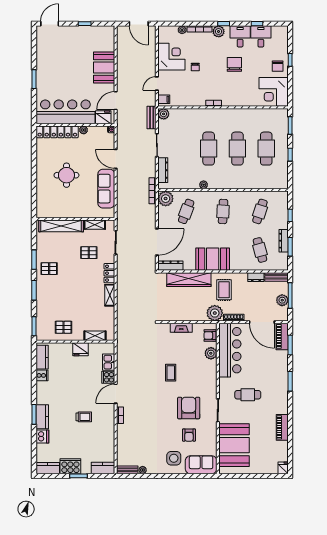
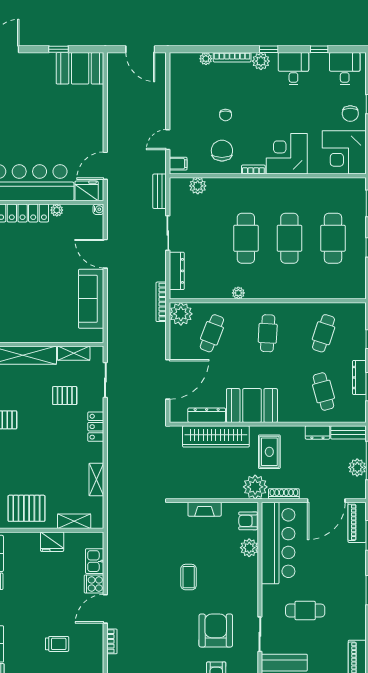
desk: (261, 36) -> (345, 69), moved
corner desk: (171, 57) -> (287, 154), moved, turned -90
chair: (234, 64) -> (222, 151), moved
booth: (104, 68) -> (80, 68), moved, turned 90
plant: (164, 114) -> (198, 186), moved
round table: (66, 175) -> (31, 278), removed
dresser: (171, 266) -> (207, 415), moved
shelving: (110, 295) -> (96, 480), moved
door: (262, 322) -> (326, 501), hinge flipped
pallet: (64, 327) -> (26, 508), width x1.50, depth x1.42

